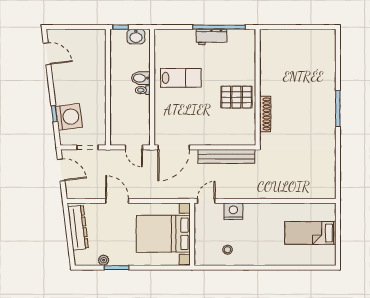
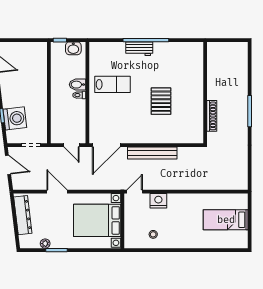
wall: (258, 87) -> (205, 93), moved
pallet: (236, 97) -> (161, 101), turned 90
shoe rack: (265, 114) -> (212, 116), moved

